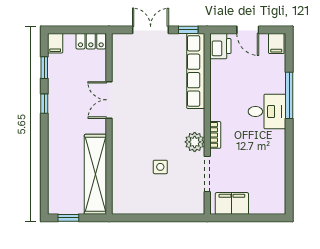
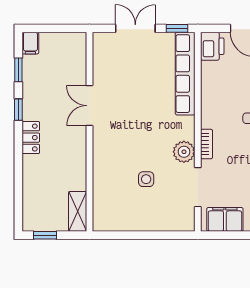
locker: (91, 41) -> (31, 138), moved, turned -90
shelving: (95, 174) -> (78, 211), width x0.45, depth x0.75

